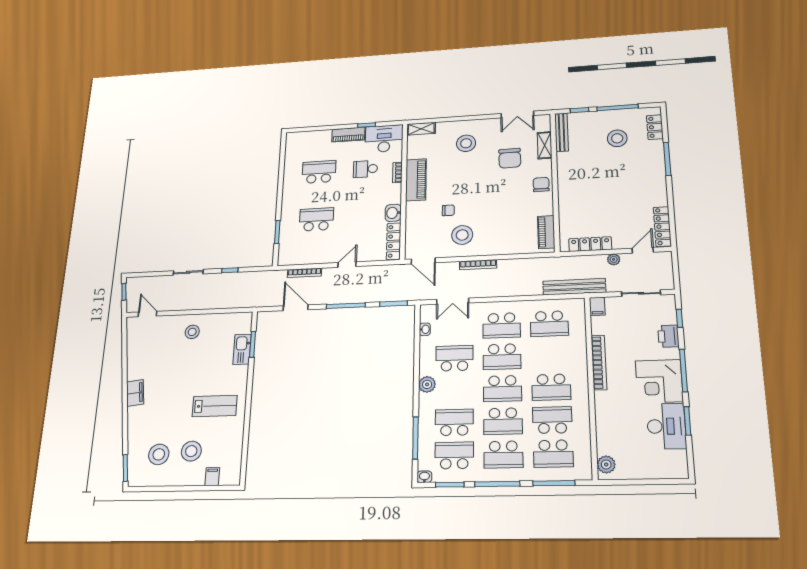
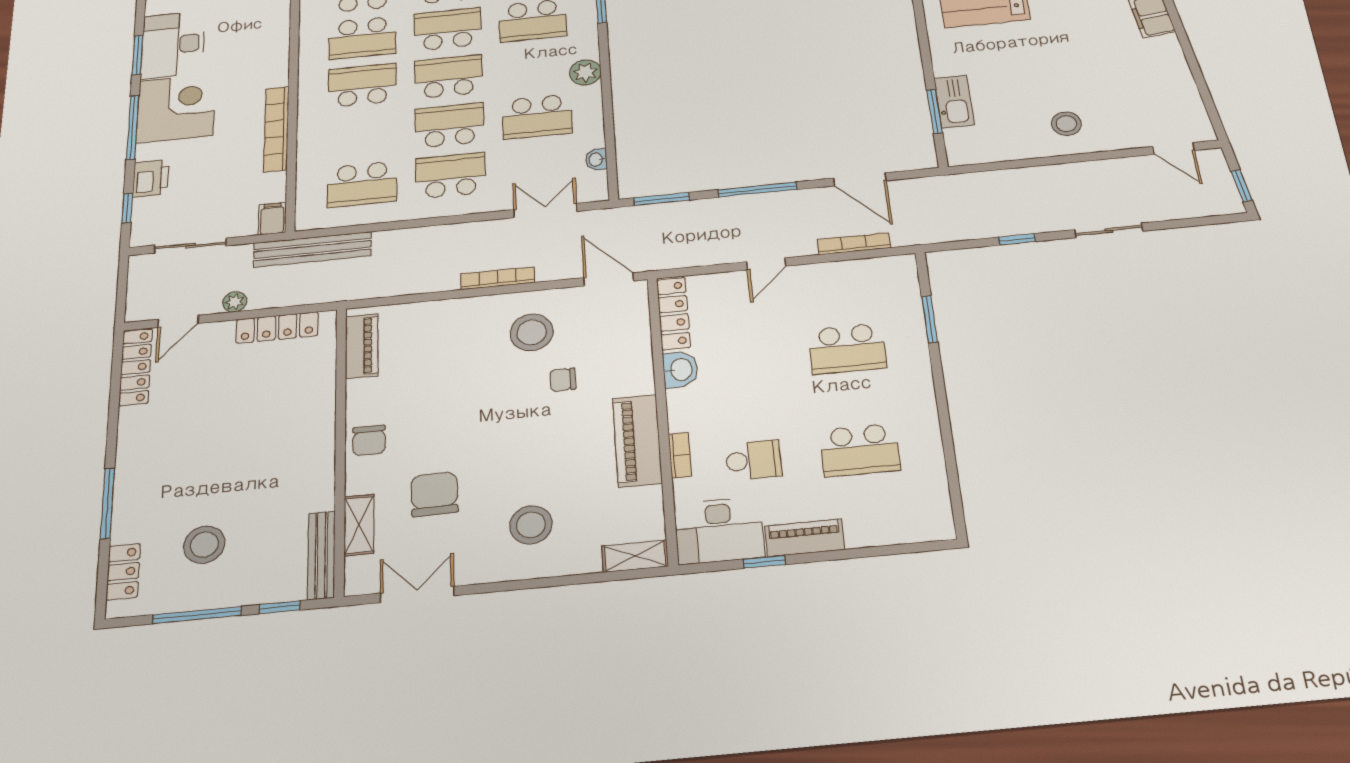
school desk: (549, 324) -> (362, 184), turned 180

